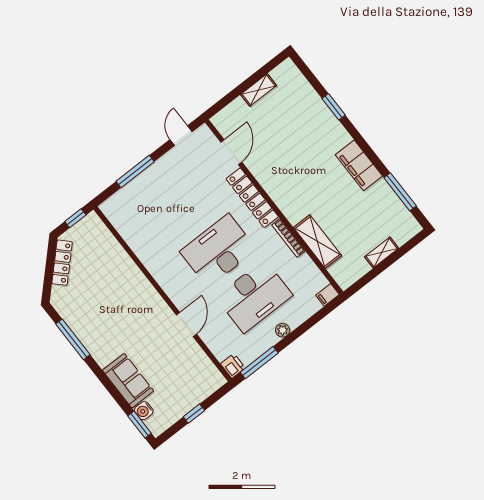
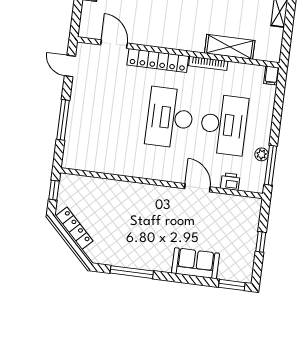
plant: (283, 330) -> (262, 154), moved
printer: (233, 366) -> (230, 181), moved
water cooler: (144, 411) -> (226, 273), removed

